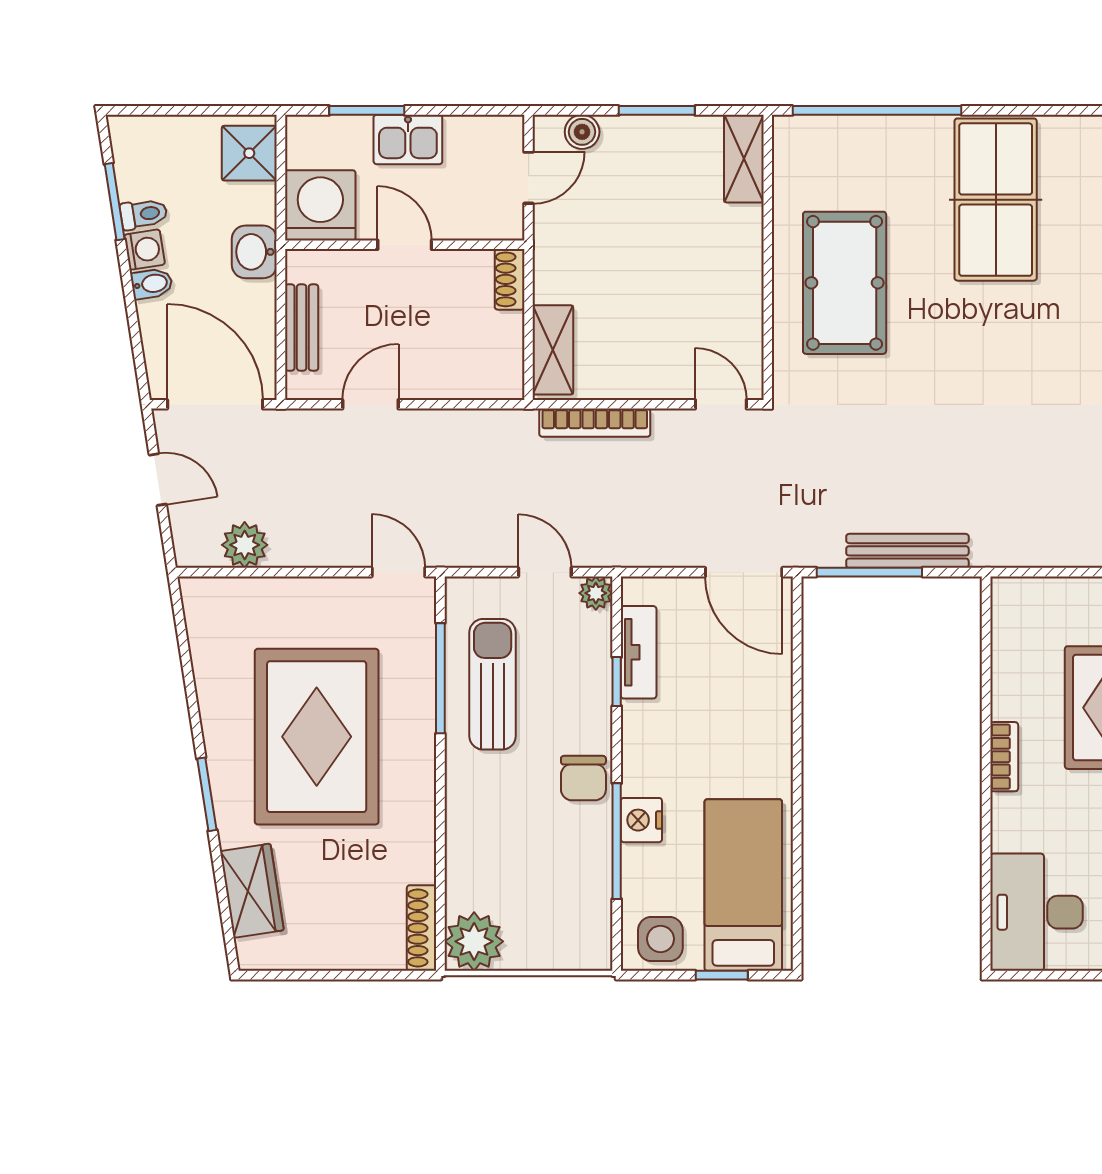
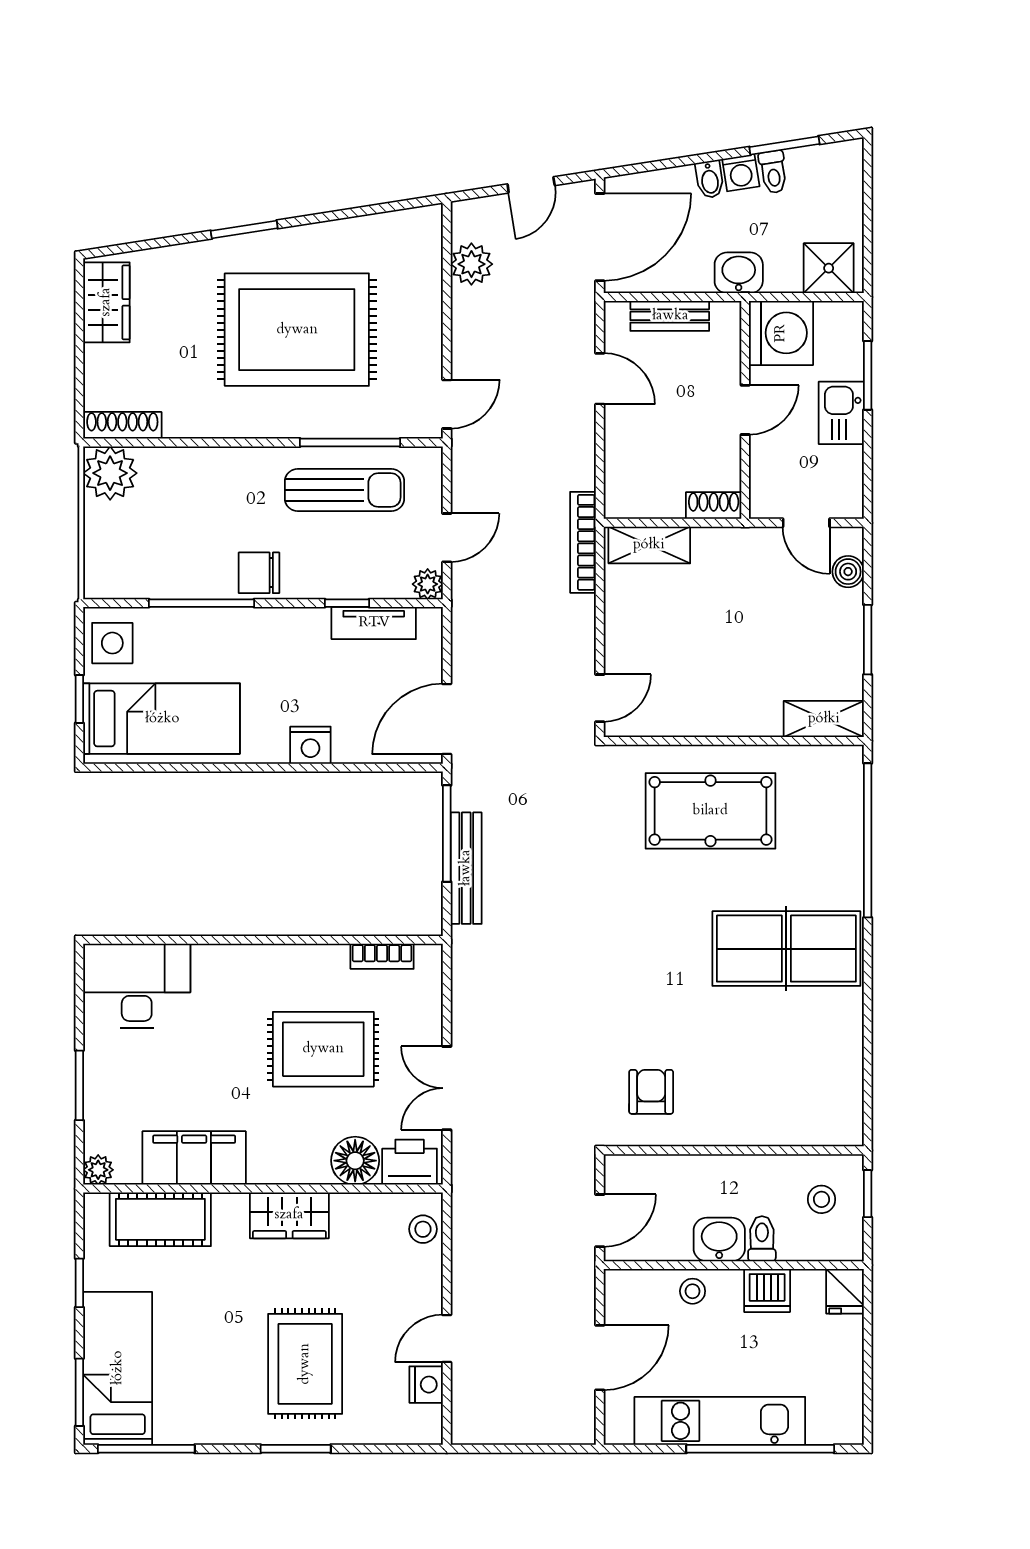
bookcase: (595, 423) -> (583, 542), moved
bookcase: (1004, 757) -> (382, 956), moved
nightstand: (641, 820) -> (310, 745), moved, turned 180
wardrobe: (252, 891) -> (106, 302), moved, turned -81

